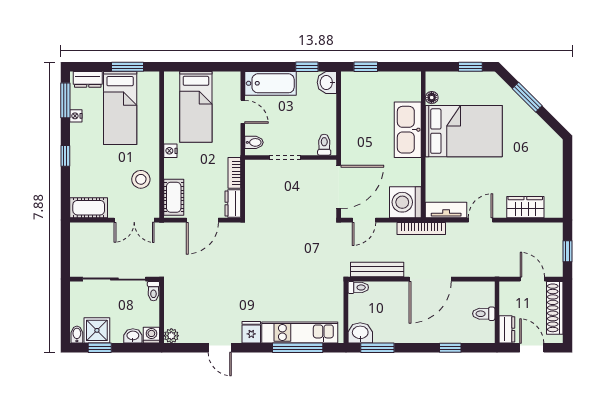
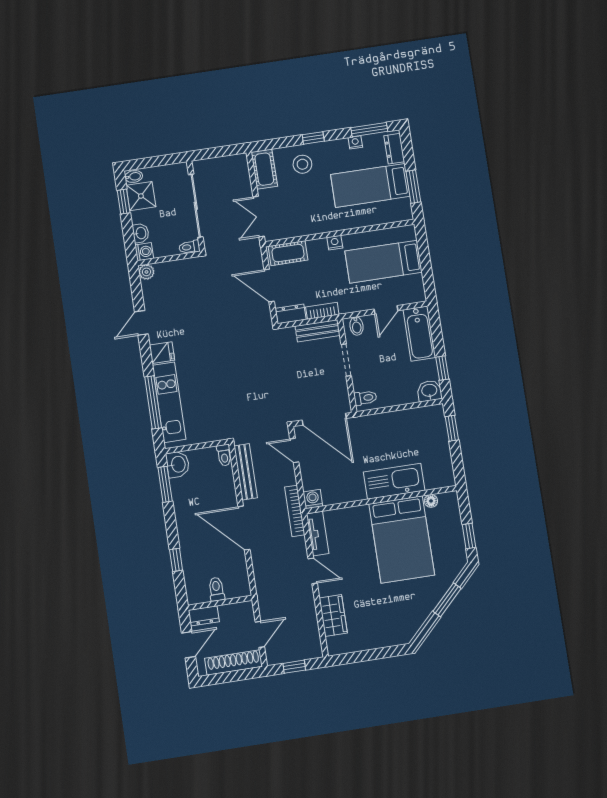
stool: (141, 179) -> (302, 164), moved
bench: (253, 180) -> (318, 331), added
washing machine: (405, 202) -> (313, 499), width x0.53, depth x0.53

